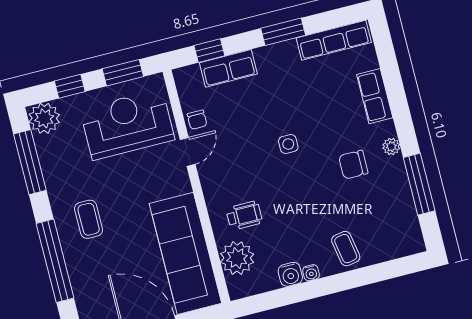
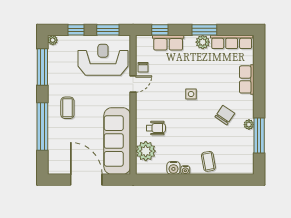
plant: (286, 53) -> (203, 42), added
plant: (44, 118) -> (53, 40), width x0.53, depth x0.53
plant: (391, 146) -> (249, 125), moved
chair: (353, 165) -> (225, 115), turned 124

